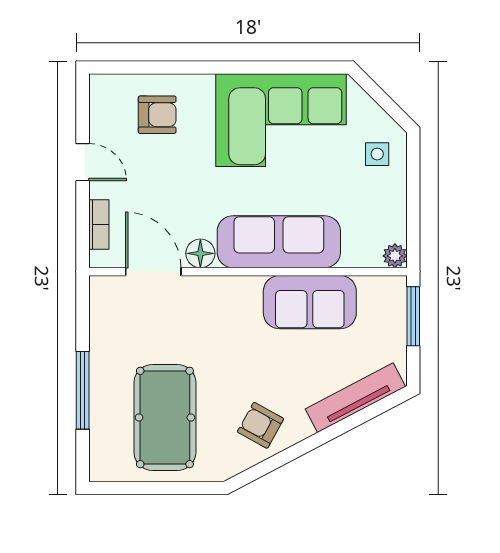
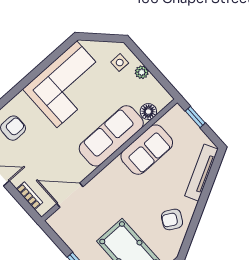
floor lamp: (200, 253) -> (148, 112), moved
plant: (395, 256) -> (142, 72), moved
window: (413, 316) -> (195, 117), width x0.67

